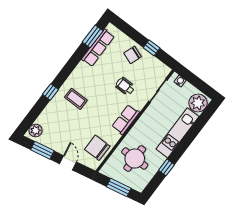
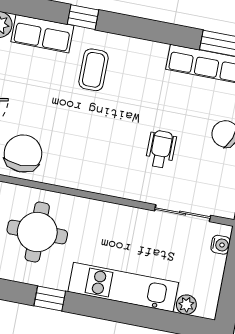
plant: (198, 103) -> (186, 305), width x0.53, depth x0.53
row of seats: (126, 120) -> (42, 34), moved, turned 180

